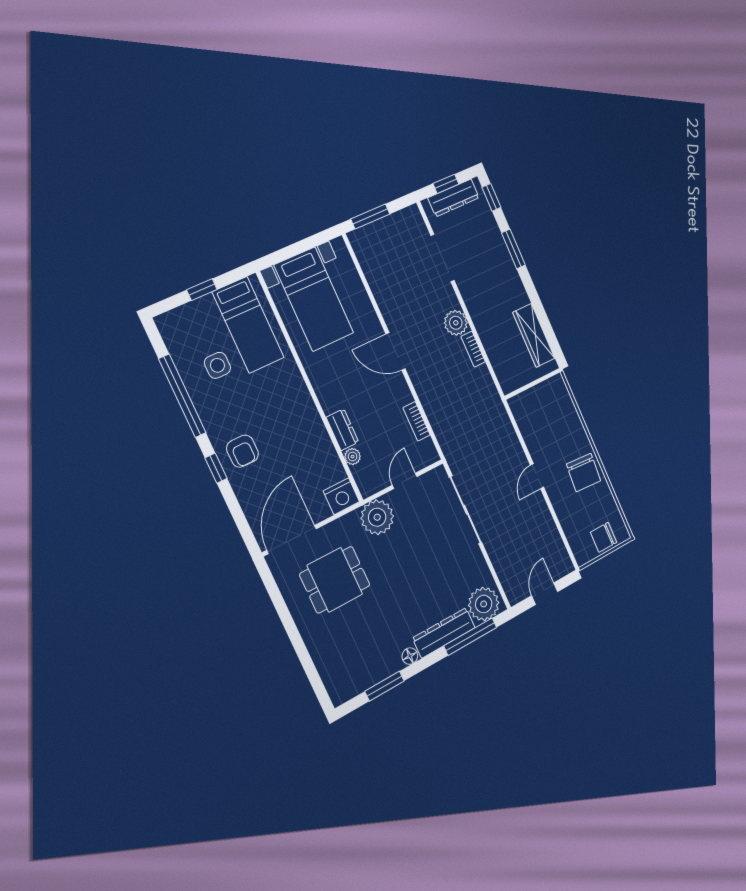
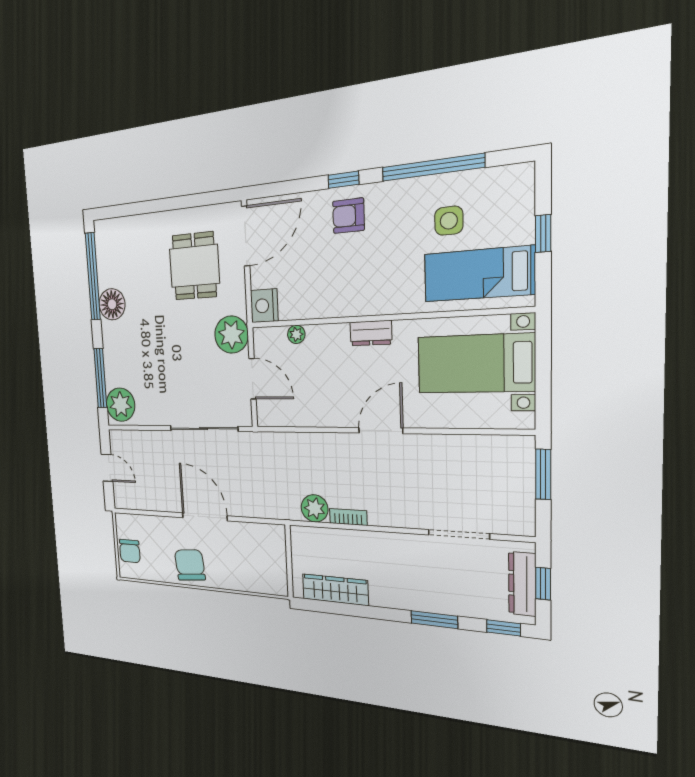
plant: (456, 323) -> (315, 508), moved
bookcase: (417, 421) -> (303, 419), removed
dresser: (342, 430) -> (371, 333), moved
chair: (584, 472) -> (190, 565), turned 80
door: (537, 476) -> (205, 517), width x1.88
door: (405, 481) -> (253, 379), width x1.38
chair: (604, 537) -> (130, 551), turned 180
door: (292, 540) -> (246, 236), hinge flipped
dresser: (444, 633) -> (112, 354), removed
floor lamp: (410, 656) -> (112, 304), width x1.89, depth x1.89
window: (385, 686) -> (93, 276), width x2.11

